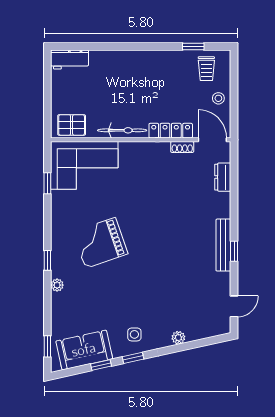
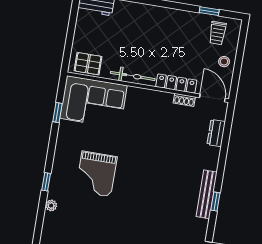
grand piano: (100, 243) -> (96, 174), turned -71

